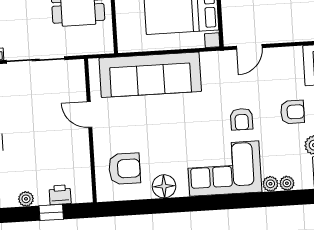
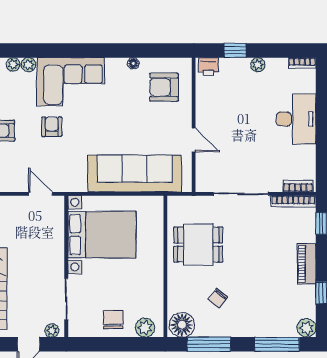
door: (249, 47) -> (40, 194), hinge flipped
floor lamp: (164, 186) -> (133, 63), width x0.53, depth x0.53
printer: (60, 195) -> (208, 66), moved

